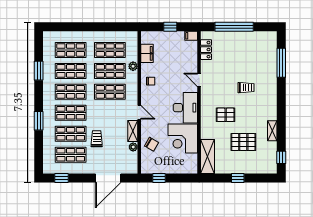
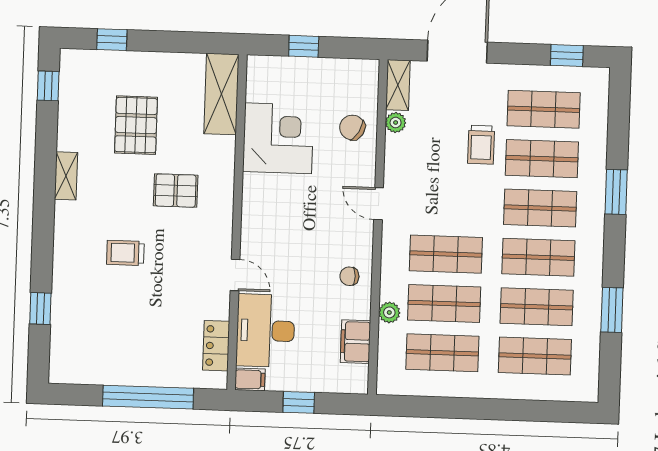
window: (281, 63) -> (40, 308), width x0.46
desk: (185, 108) -> (265, 331), moved
shelving: (133, 131) -> (398, 85), moved
shelving: (272, 131) -> (66, 176), moved
pallet: (243, 142) -> (136, 125), turned 90
window: (159, 178) -> (304, 46), moved
window: (238, 178) -> (112, 40), moved

